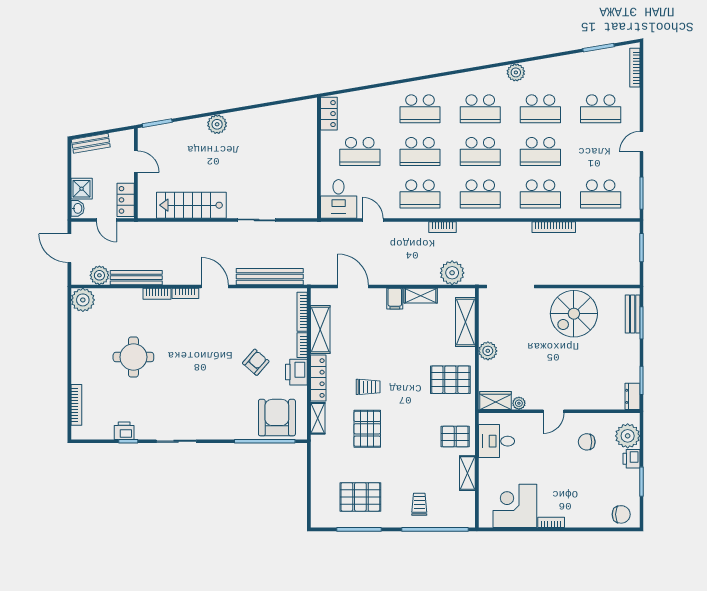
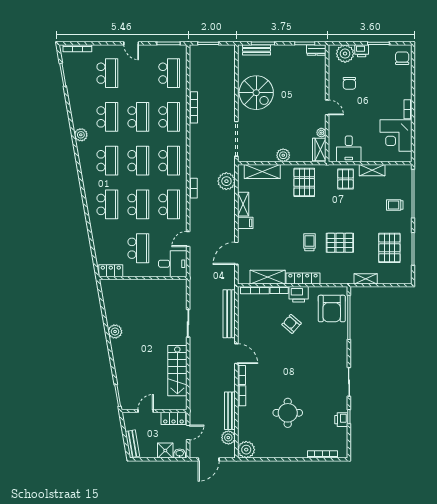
plant: (217, 124) -> (115, 331), moved
door: (215, 286) -> (236, 354), swing flipped
armchair: (277, 418) -> (332, 309), turned -90
shelving: (318, 418) -> (366, 279), moved

